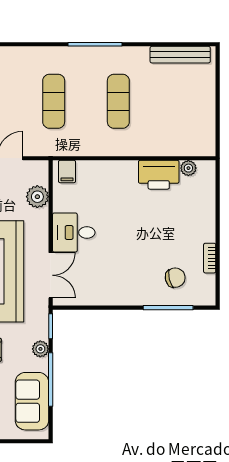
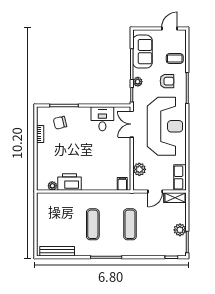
desk: (74, 233) -> (102, 119), moved, turned -90

